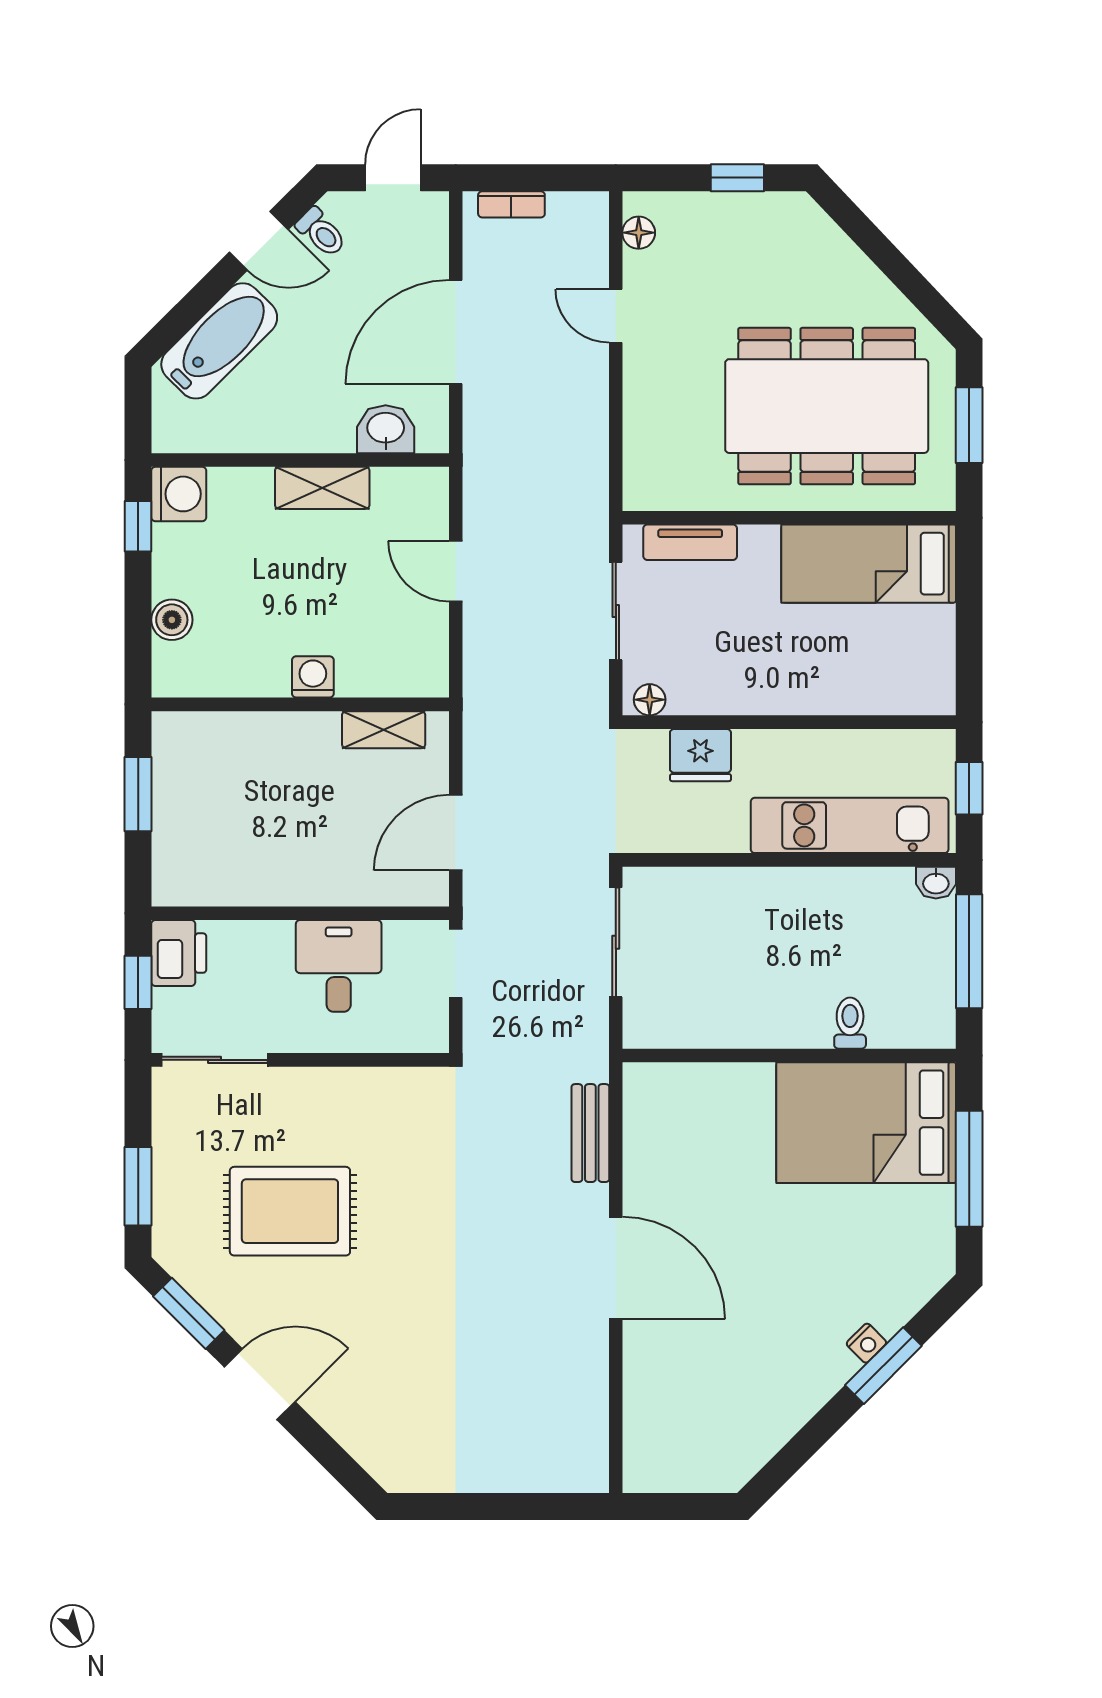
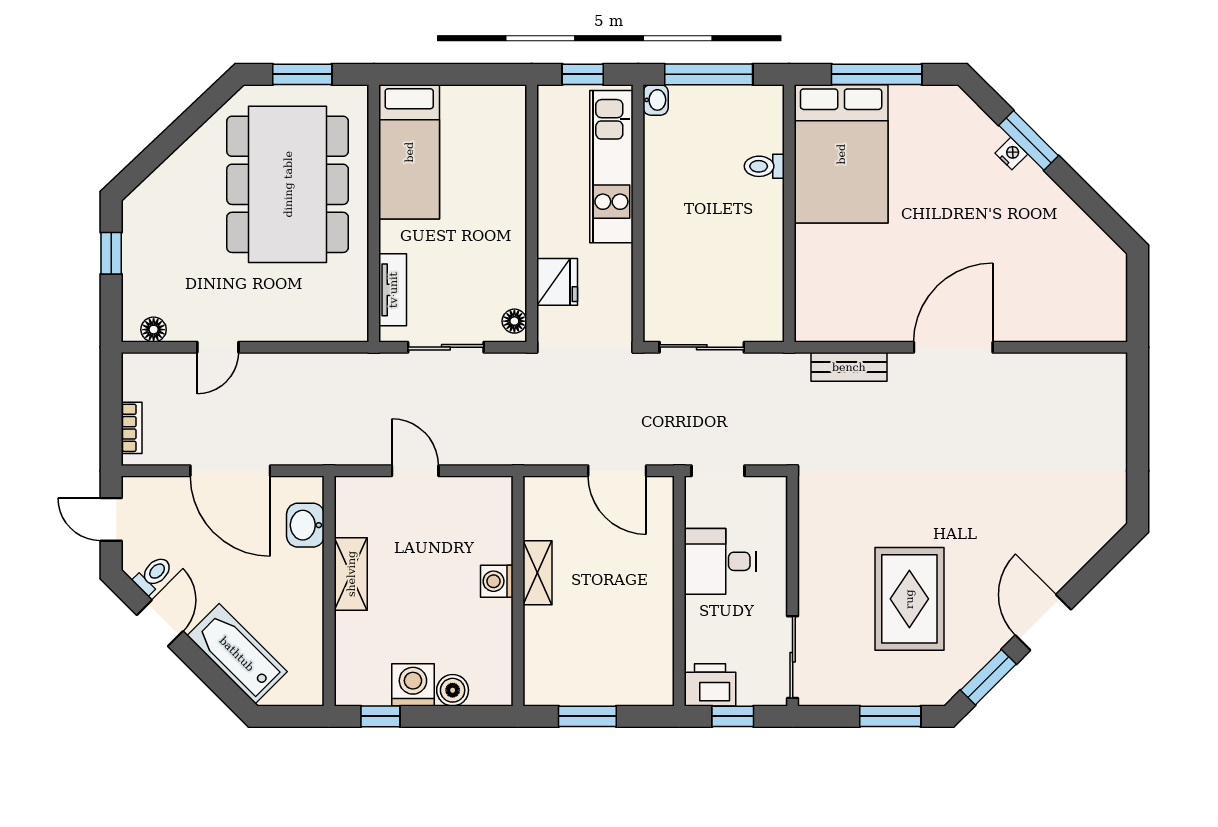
washing machine: (179, 494) -> (413, 685), moved
door: (456, 571) -> (415, 471), swing flipped
shelving: (384, 730) -> (538, 573), moved

